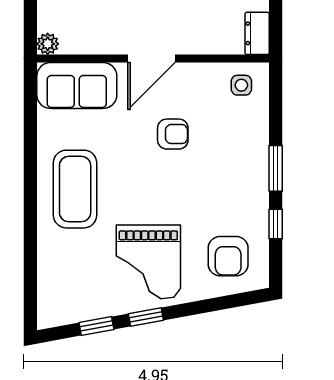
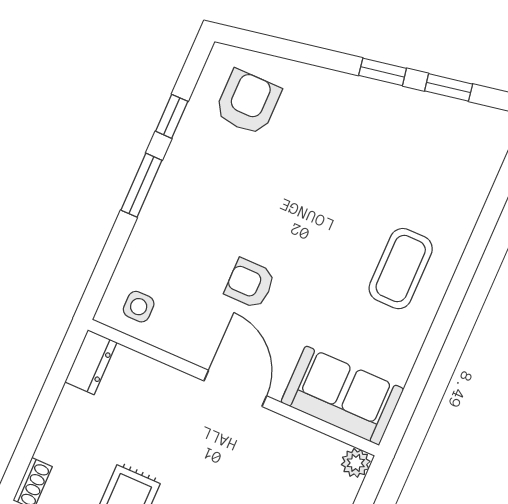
door: (152, 59) -> (235, 388), hinge flipped
coffee table: (75, 189) -> (401, 269), width x0.73, depth x0.76
grand piano: (148, 262) -> (350, 138), removed

